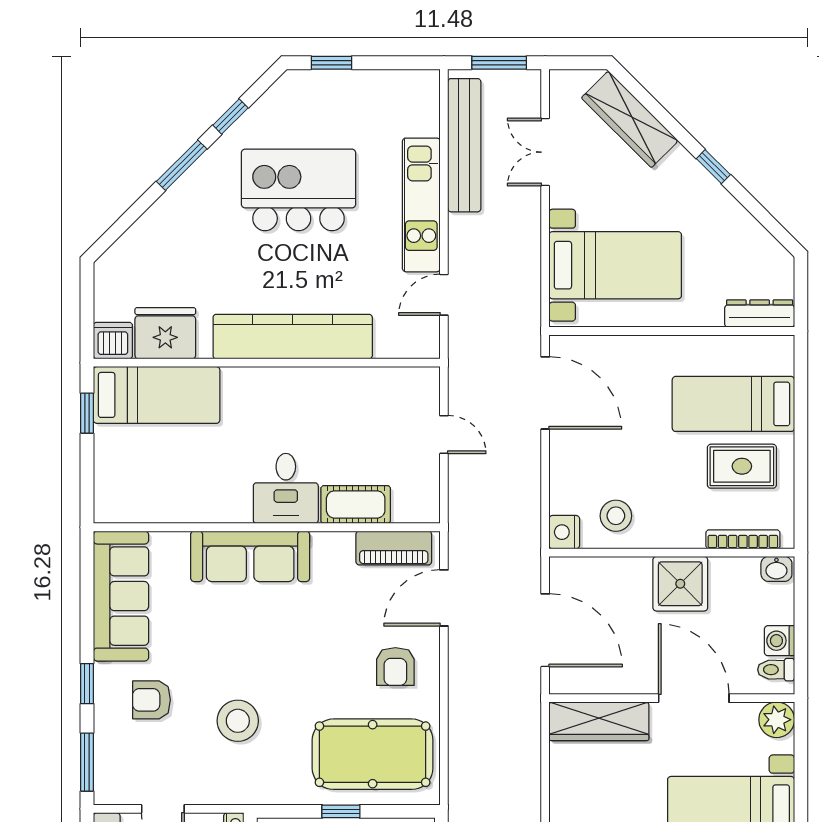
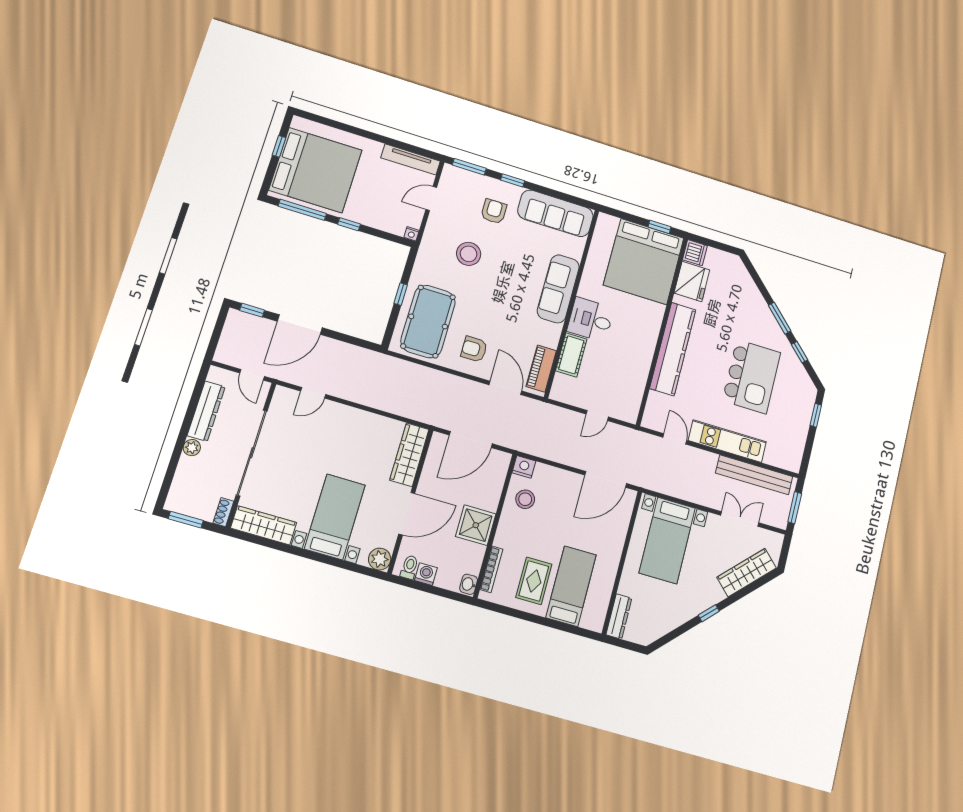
bed: (157, 395) -> (644, 261), width x2.04

